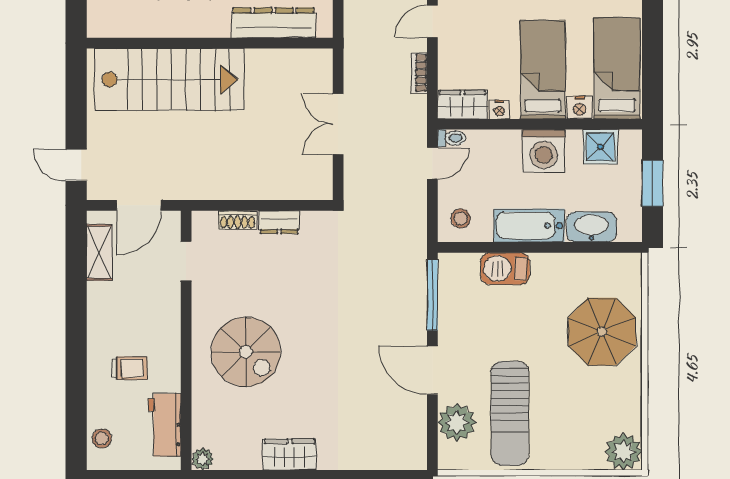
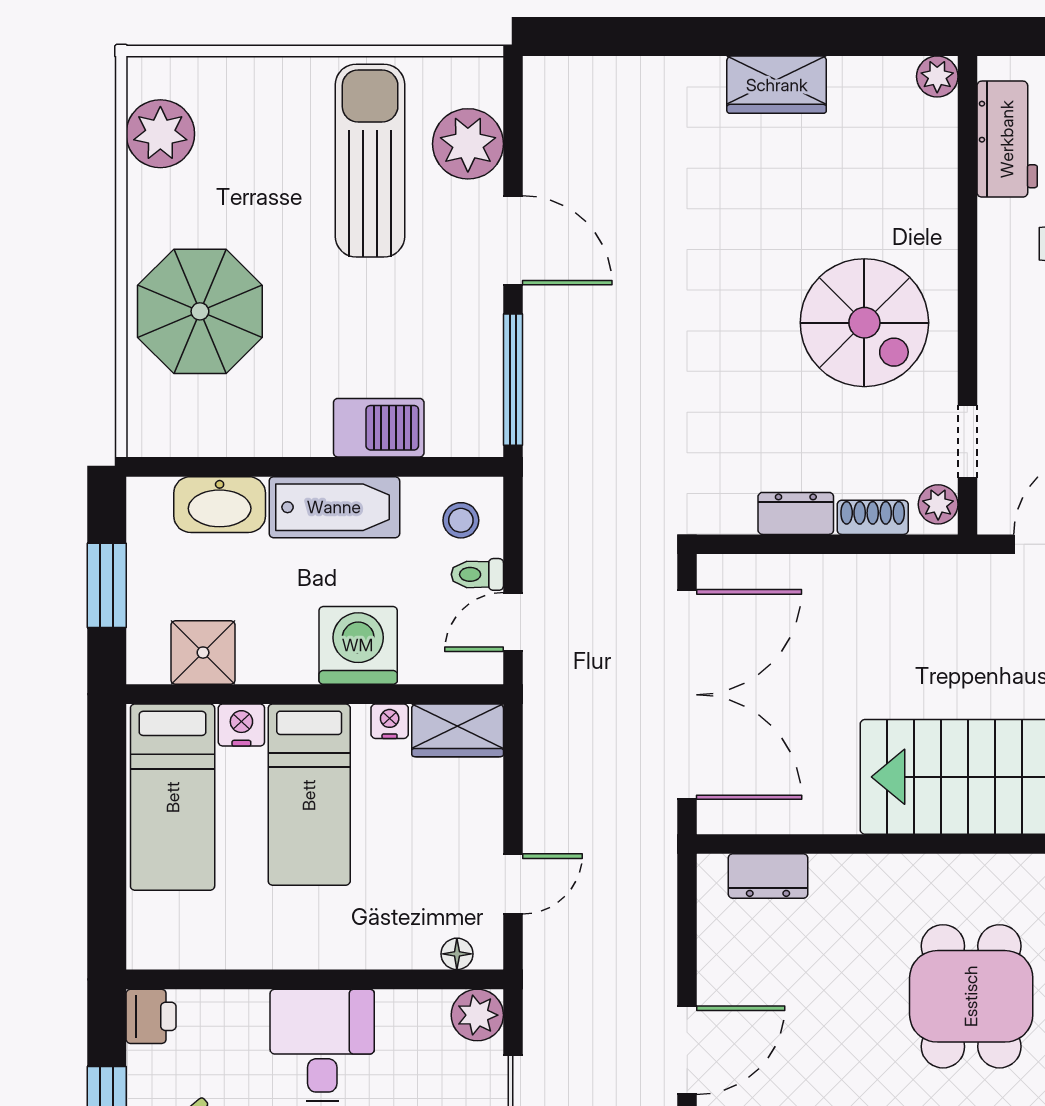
dresser: (274, 23) -> (768, 876), width x0.51, depth x0.80
bookcase: (419, 73) -> (537, 789), removed
double door: (338, 124) -> (687, 695), width x1.87
toilet: (452, 138) -> (477, 574), moved
washing machine: (544, 151) -> (358, 645), moved
plant: (202, 227) -> (938, 504), added
spiral stairs: (246, 352) -> (864, 323), moved, turned 180
plant: (624, 452) -> (160, 134), moved

